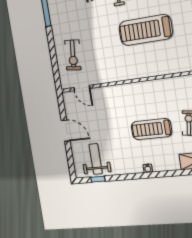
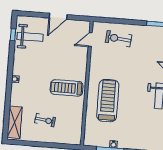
treadmill: (146, 30) -> (108, 101), moved
treadmill: (151, 129) -> (67, 88), moved, turned -90

